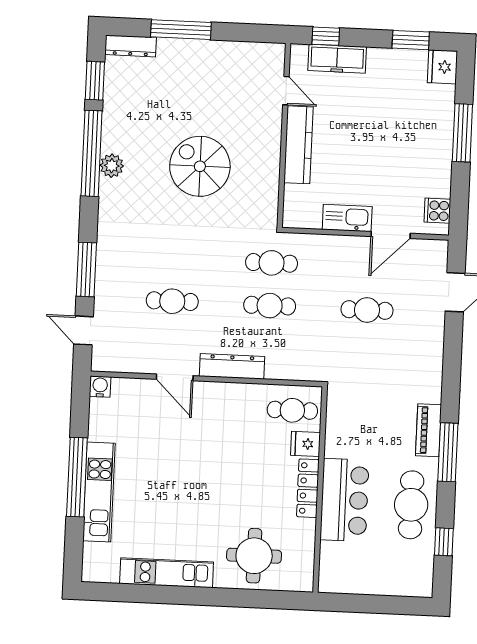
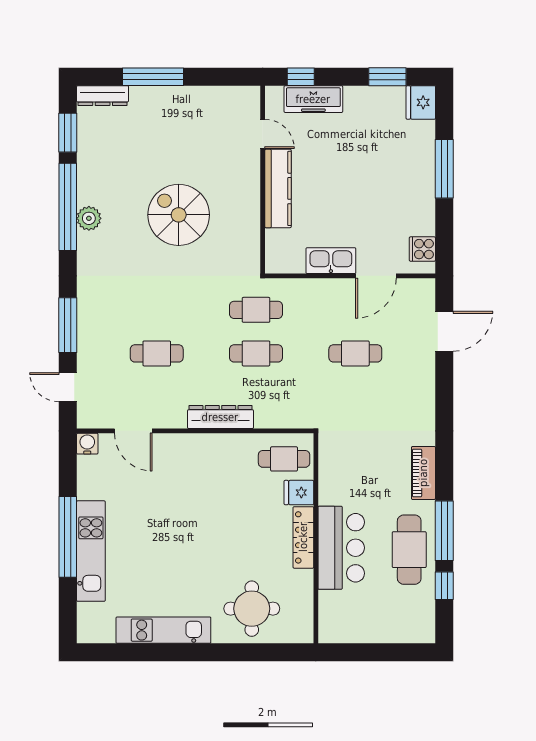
door: (175, 377) -> (133, 431), moved
window: (448, 452) -> (444, 531), moved

